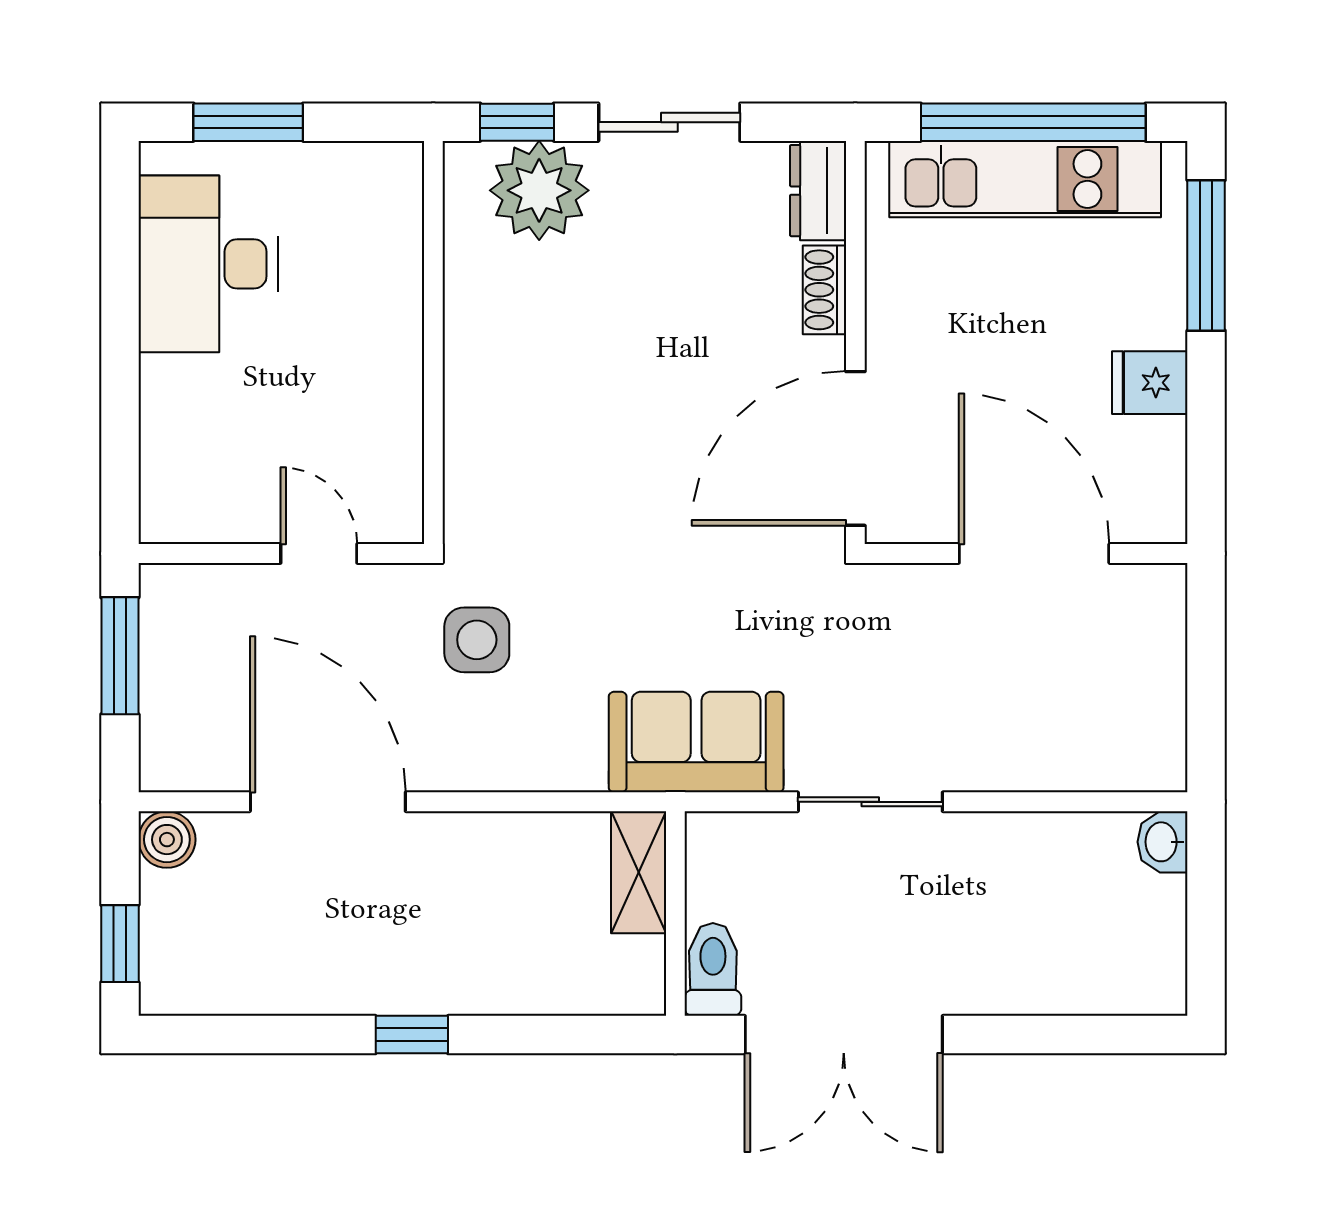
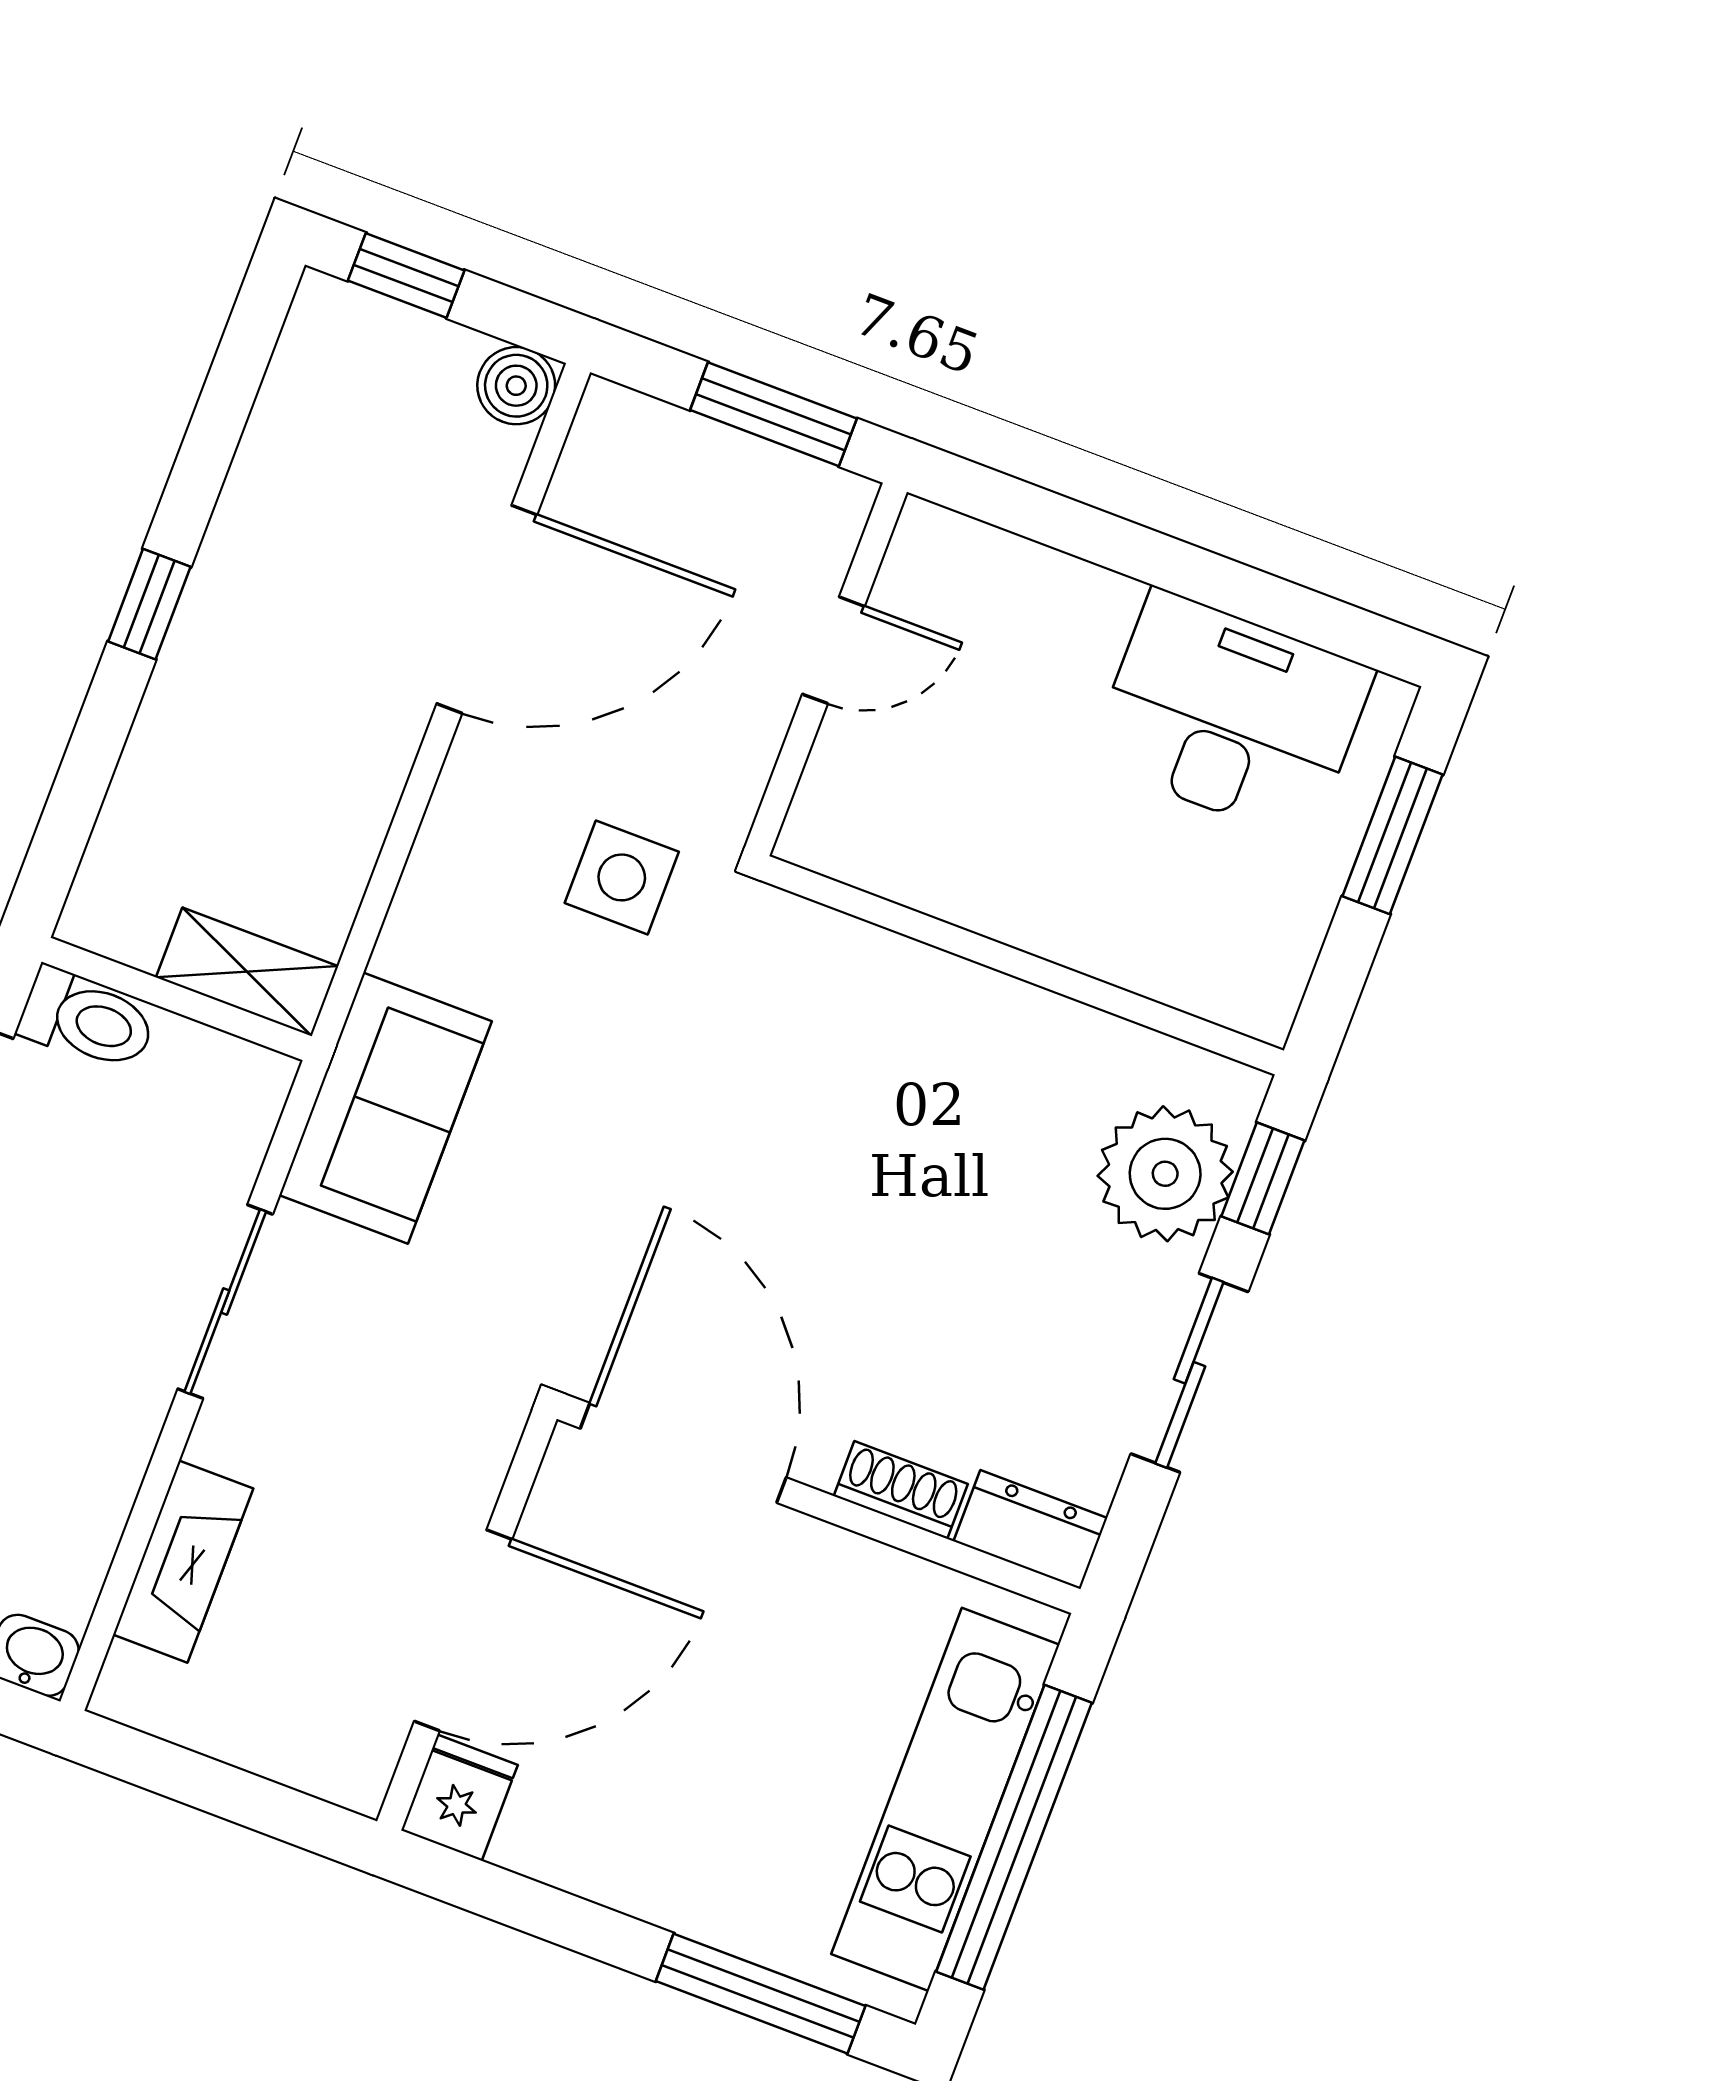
fridge: (1150, 383) -> (459, 1798), moved
door: (319, 554) -> (833, 650), moved
fireplace: (1059, 763) -> (183, 1562), added

